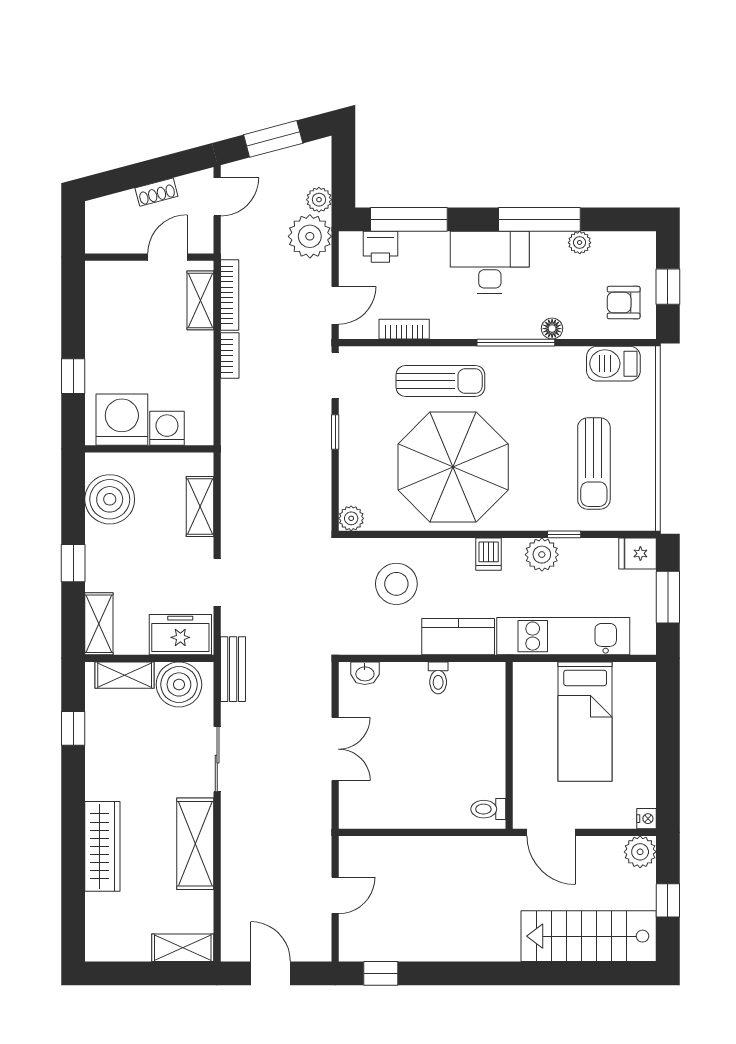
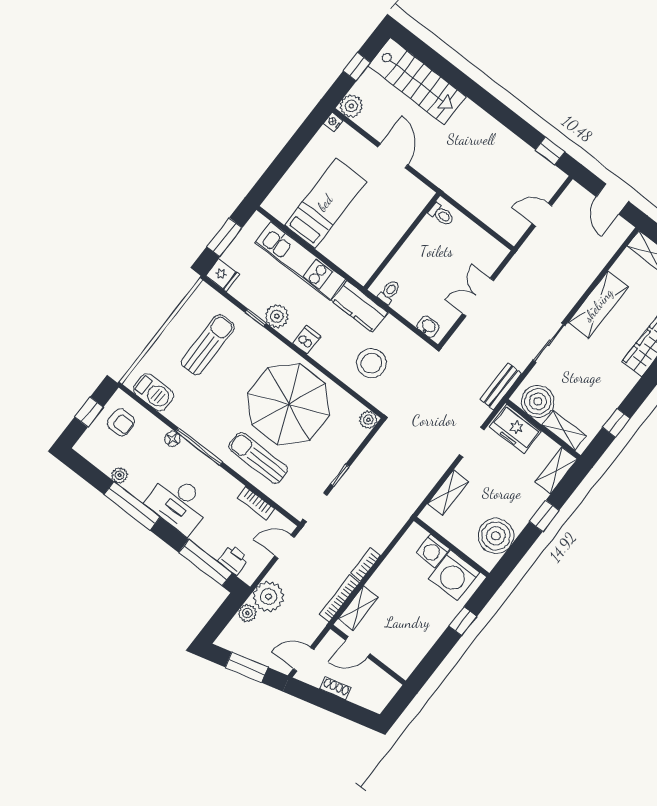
wall: (509, 745) -> (402, 241), moved
toilet: (488, 809) -> (441, 214), moved

